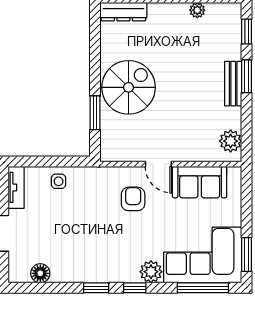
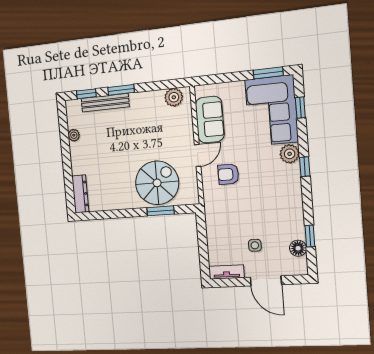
bench: (233, 84) -> (105, 103), moved, width x1.36
spiral stairs: (129, 87) -> (157, 183), moved, turned 90
side table: (59, 181) -> (255, 245), moved
window: (96, 288) -> (310, 236), moved
window: (203, 288) -> (300, 108), width x0.46

